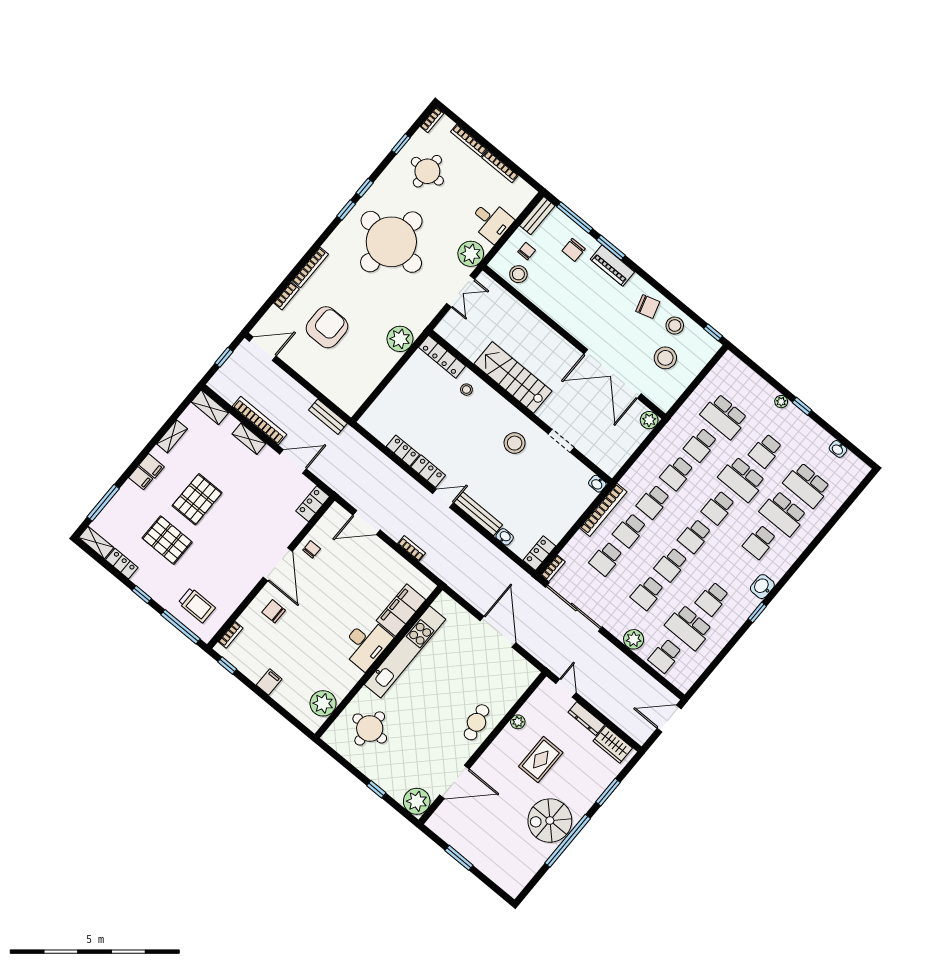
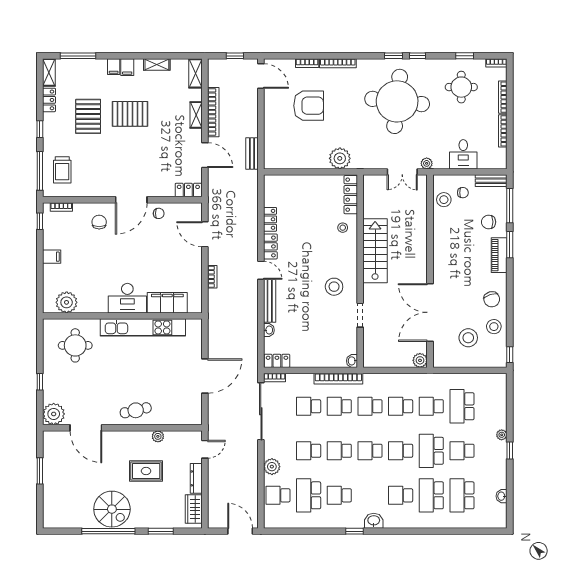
plant: (471, 254) -> (427, 163), width x0.53, depth x0.53
spiral stairs: (550, 821) -> (112, 509), turned 180

